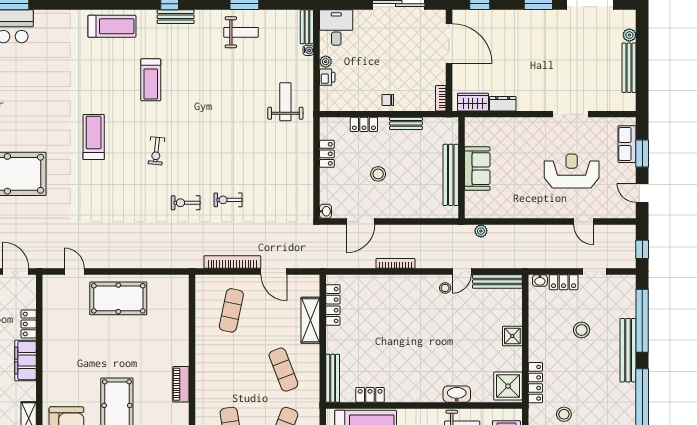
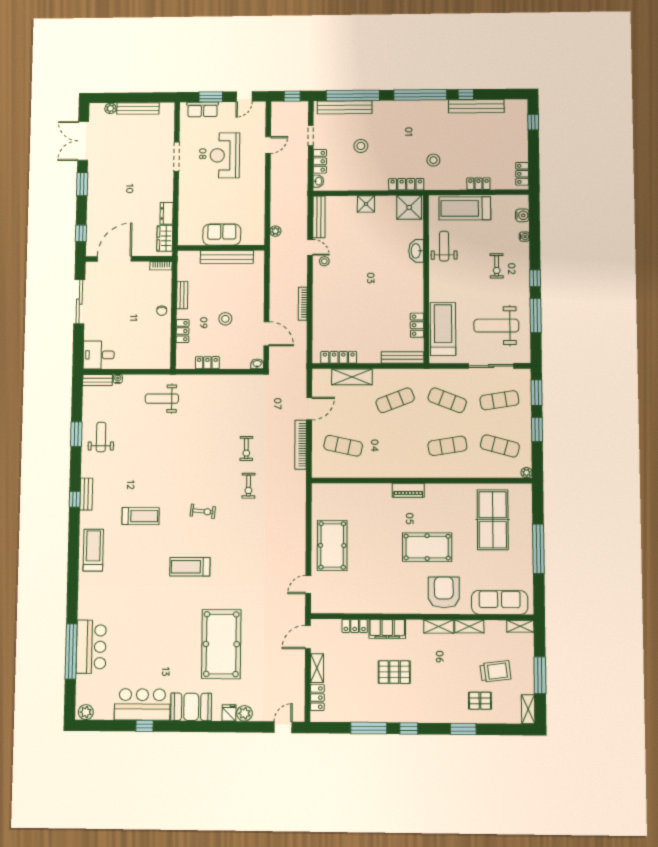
plant: (326, 62) -> (128, 364), removed
printer: (327, 77) -> (141, 363), removed
bench: (628, 350) -> (345, 107), moved

